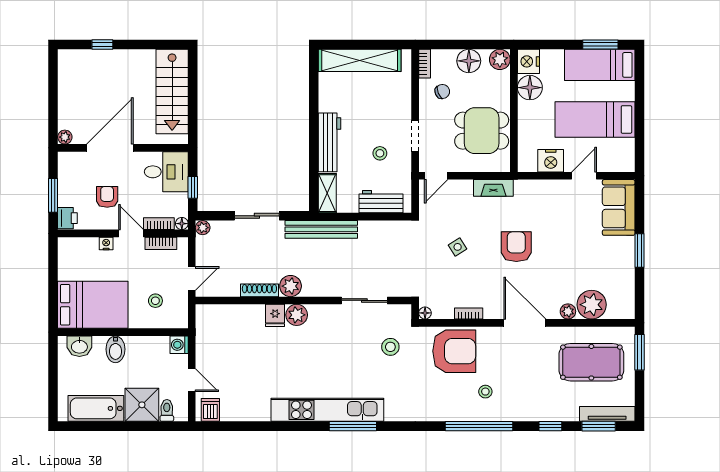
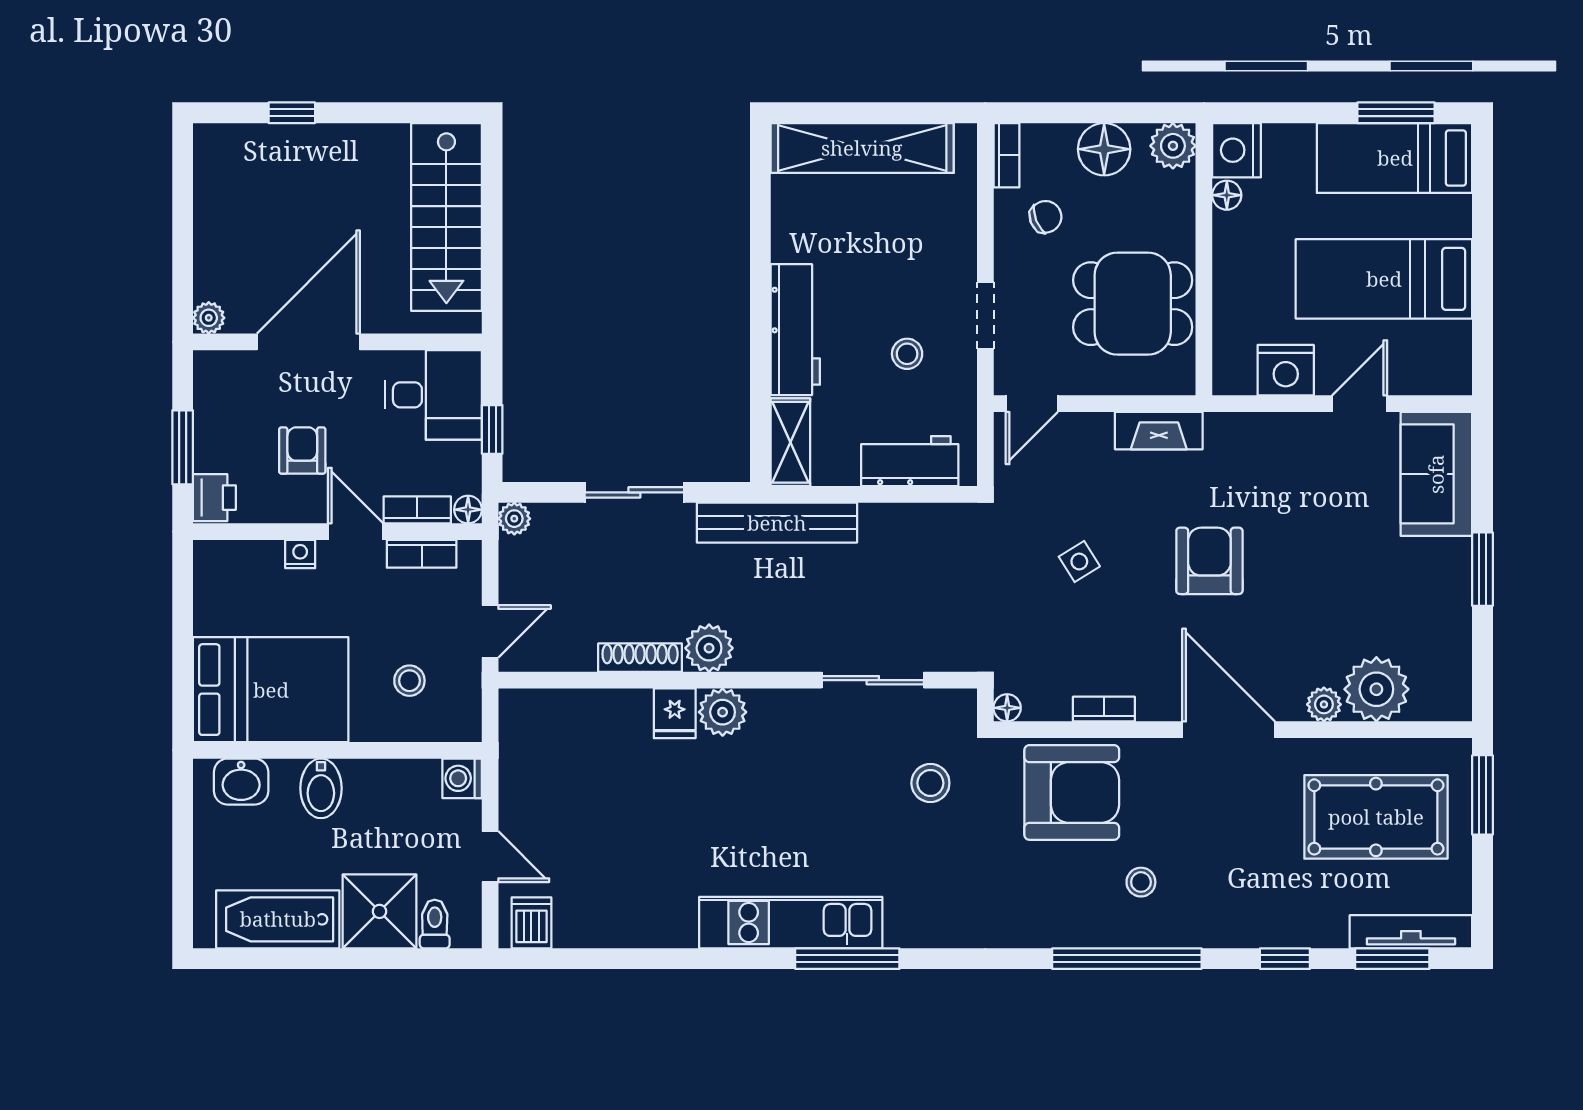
floor lamp: (530, 88) -> (1227, 195), width x0.53, depth x0.53
kitchen unit: (327, 410) -> (791, 923), width x0.73

